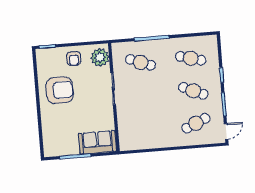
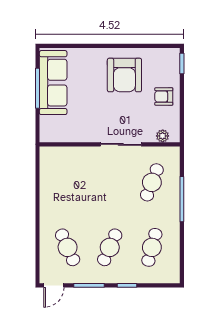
plant: (100, 57) -> (163, 136), width x0.53, depth x0.53
door: (226, 131) -> (54, 285), hinge flipped
sofa: (97, 142) -> (53, 83), moved, width x1.36

